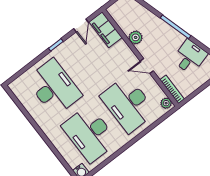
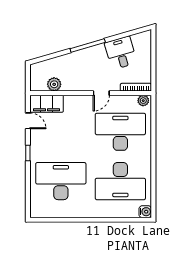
plant: (136, 37) -> (54, 84), moved
desk: (128, 104) -> (120, 132), turned 180

